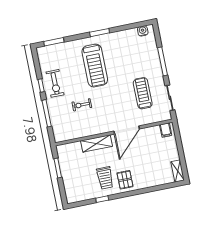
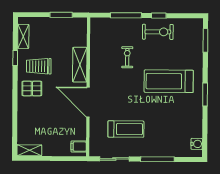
exercise bike: (55, 83) -> (158, 32), turned 180
shelving: (83, 196) -> (23, 36), added

